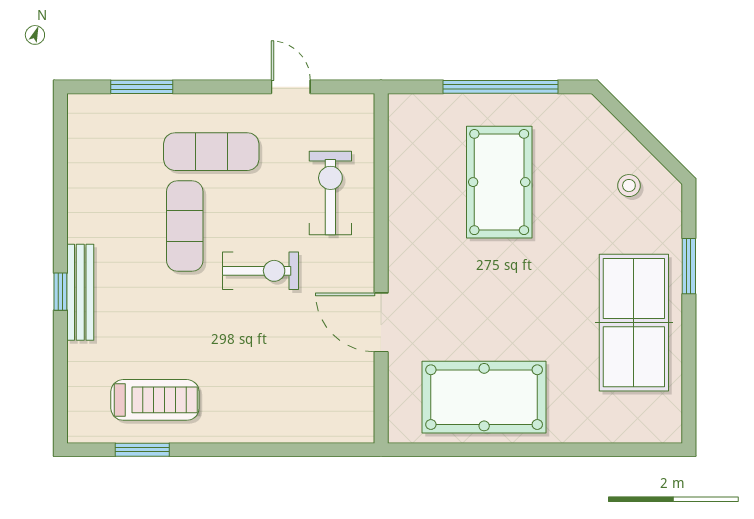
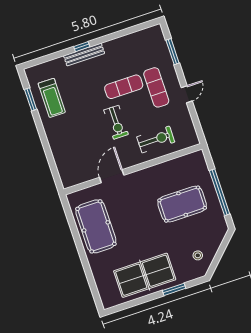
door: (291, 87) -> (187, 94), moved

